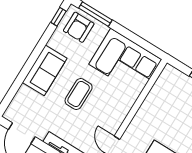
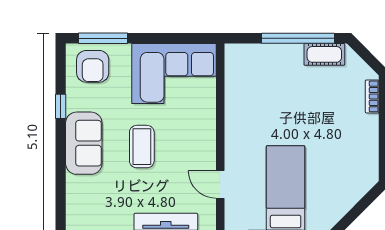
window: (58, 17) -> (61, 106), moved

